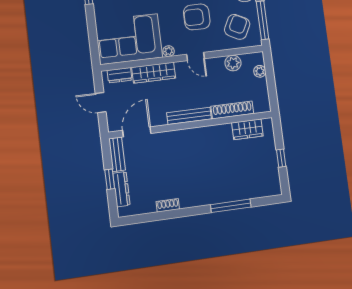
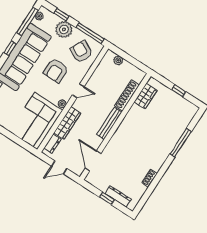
plant: (233, 63) -> (100, 72), removed
bench: (117, 154) -> (96, 183), removed

